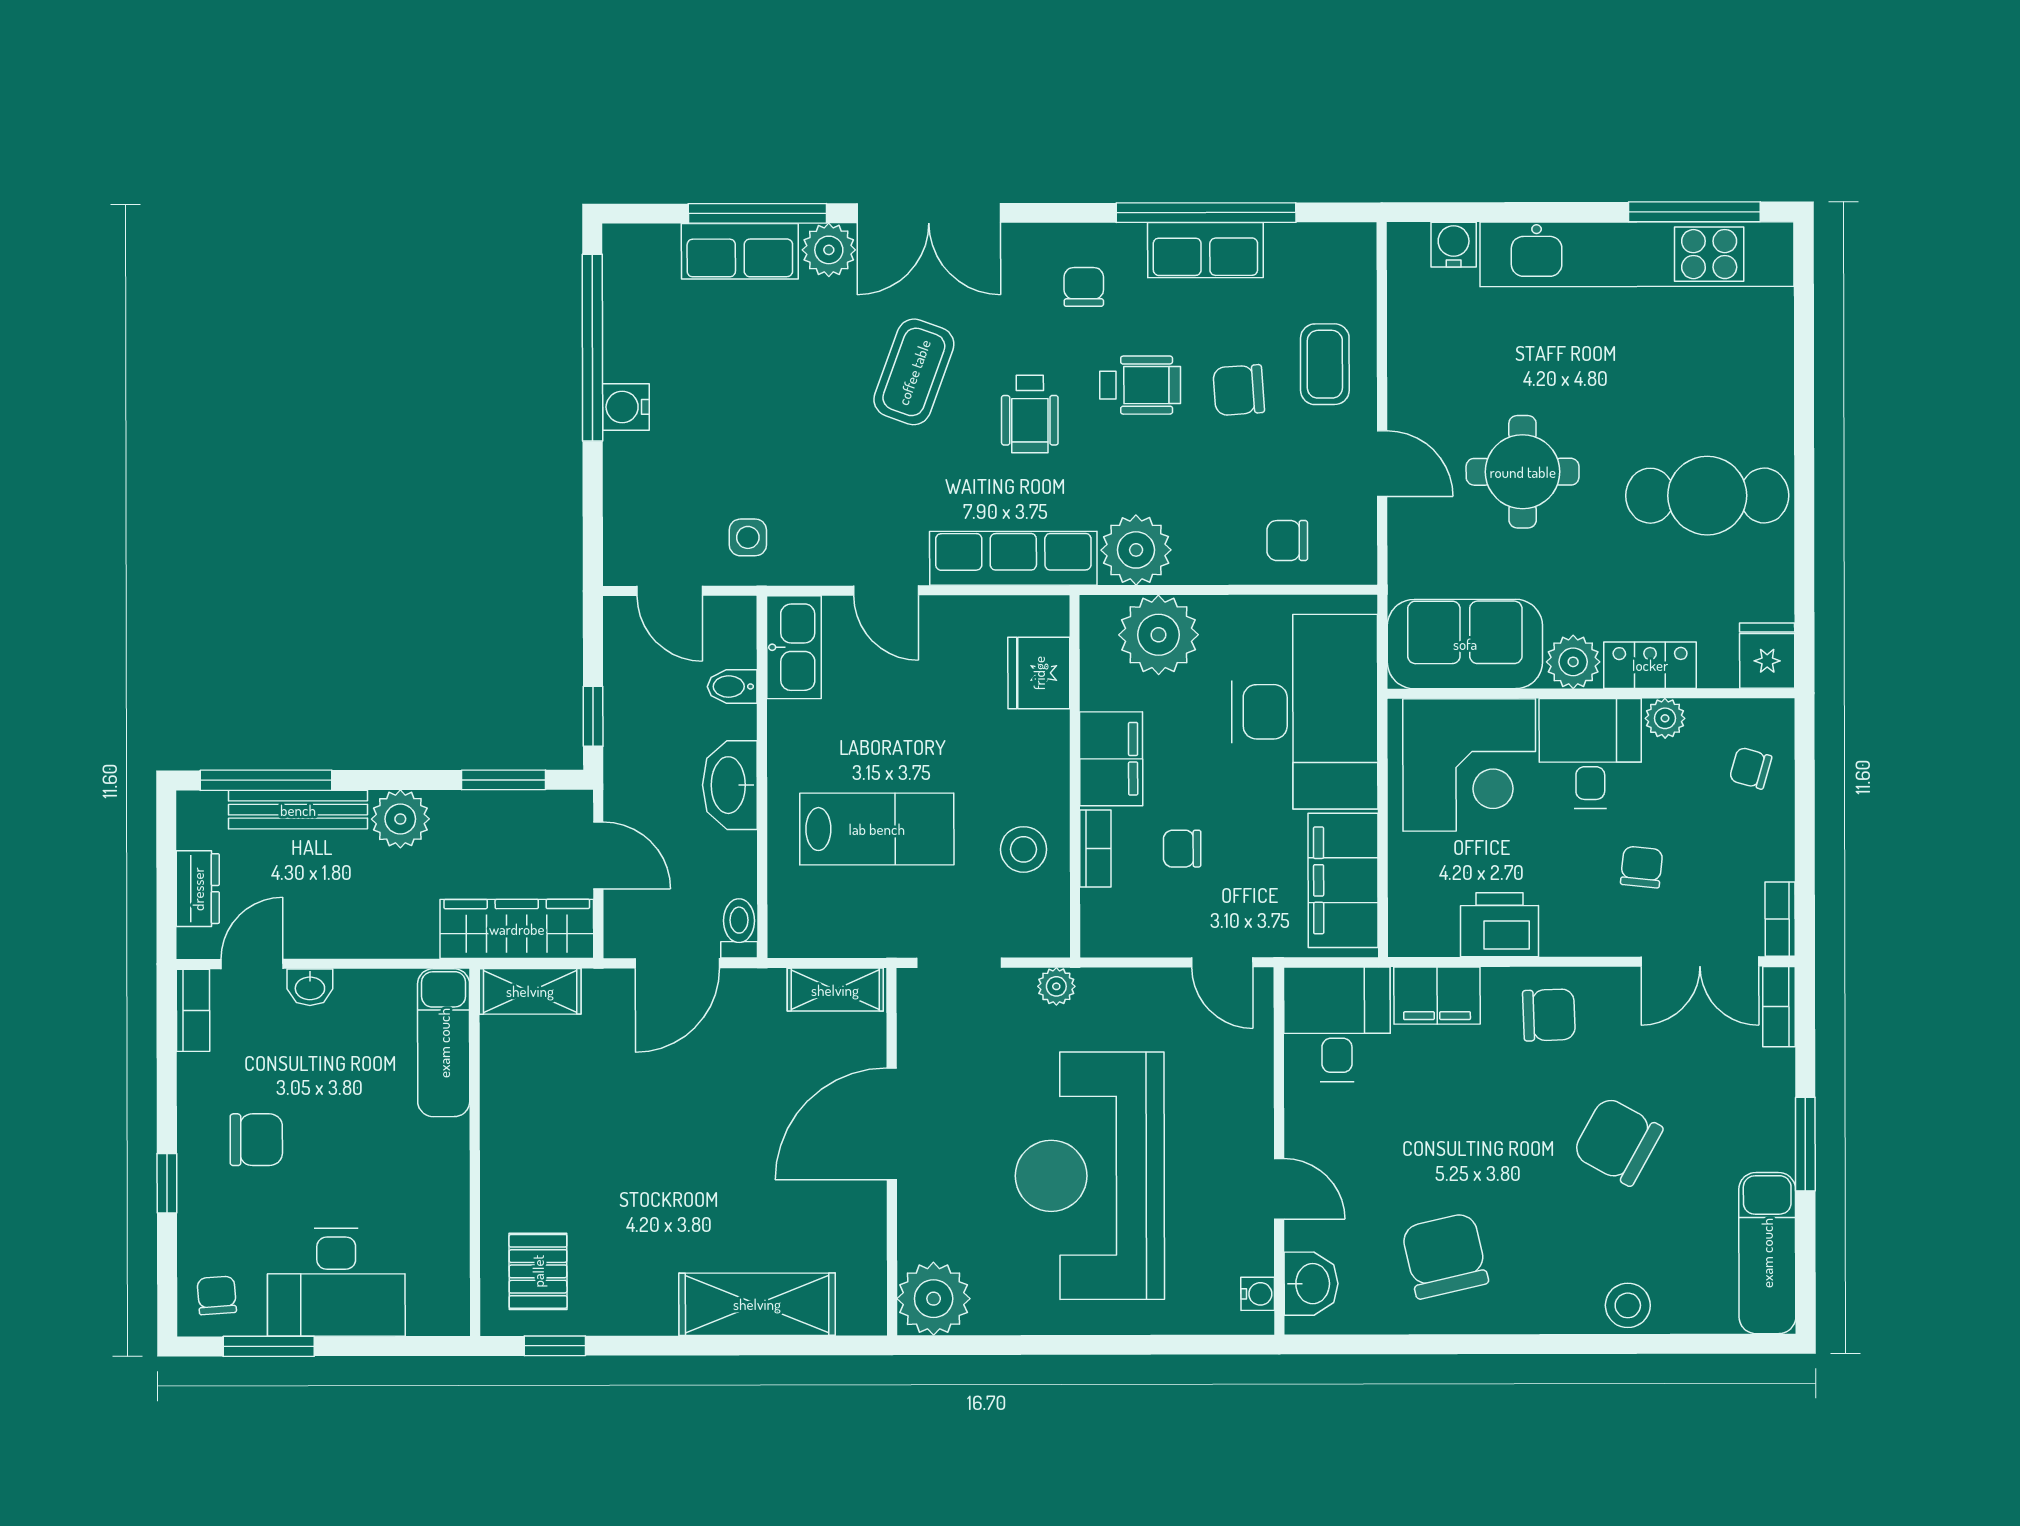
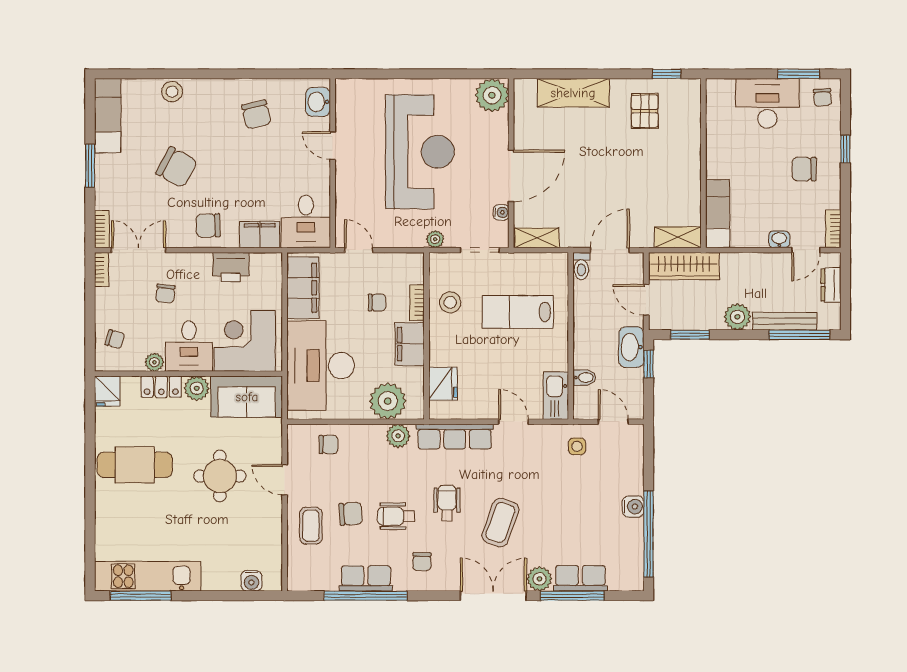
kitchen unit: (1637, 254) -> (148, 576), width x0.73
plant: (1136, 550) -> (398, 436), width x0.73, depth x0.73
washbasin: (730, 785) -> (631, 347), moved, turned 180
chair: (1445, 1256) -> (256, 115), width x0.73, depth x0.73
pallet: (538, 1271) -> (645, 111), moved
water cooler: (1258, 1294) -> (501, 212), moved, turned 180

